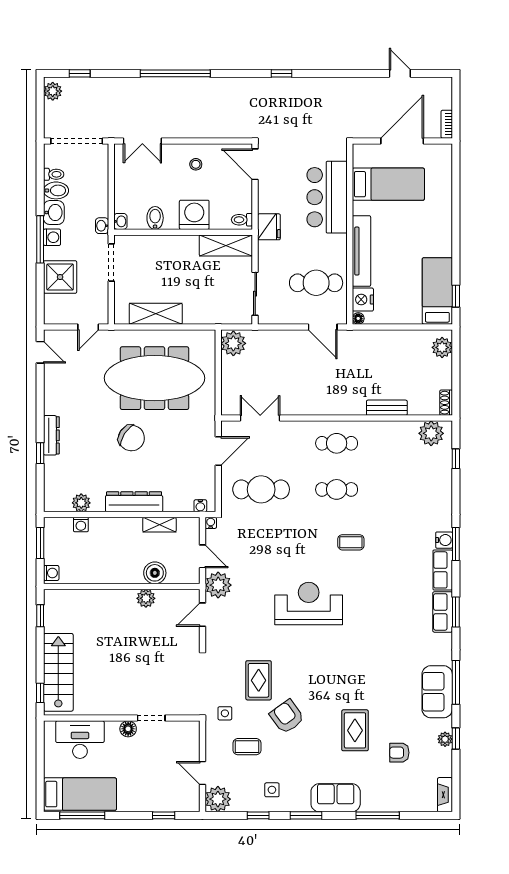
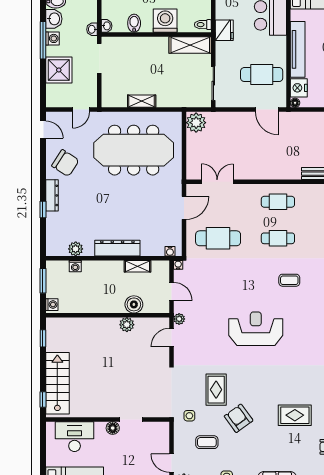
shelving: (156, 314) -> (142, 101), width x0.67, depth x0.75
chair: (131, 438) -> (65, 163), moved
plant: (218, 585) -> (179, 319), width x0.53, depth x0.53
rug: (355, 730) -> (295, 415), moved, turned 90

